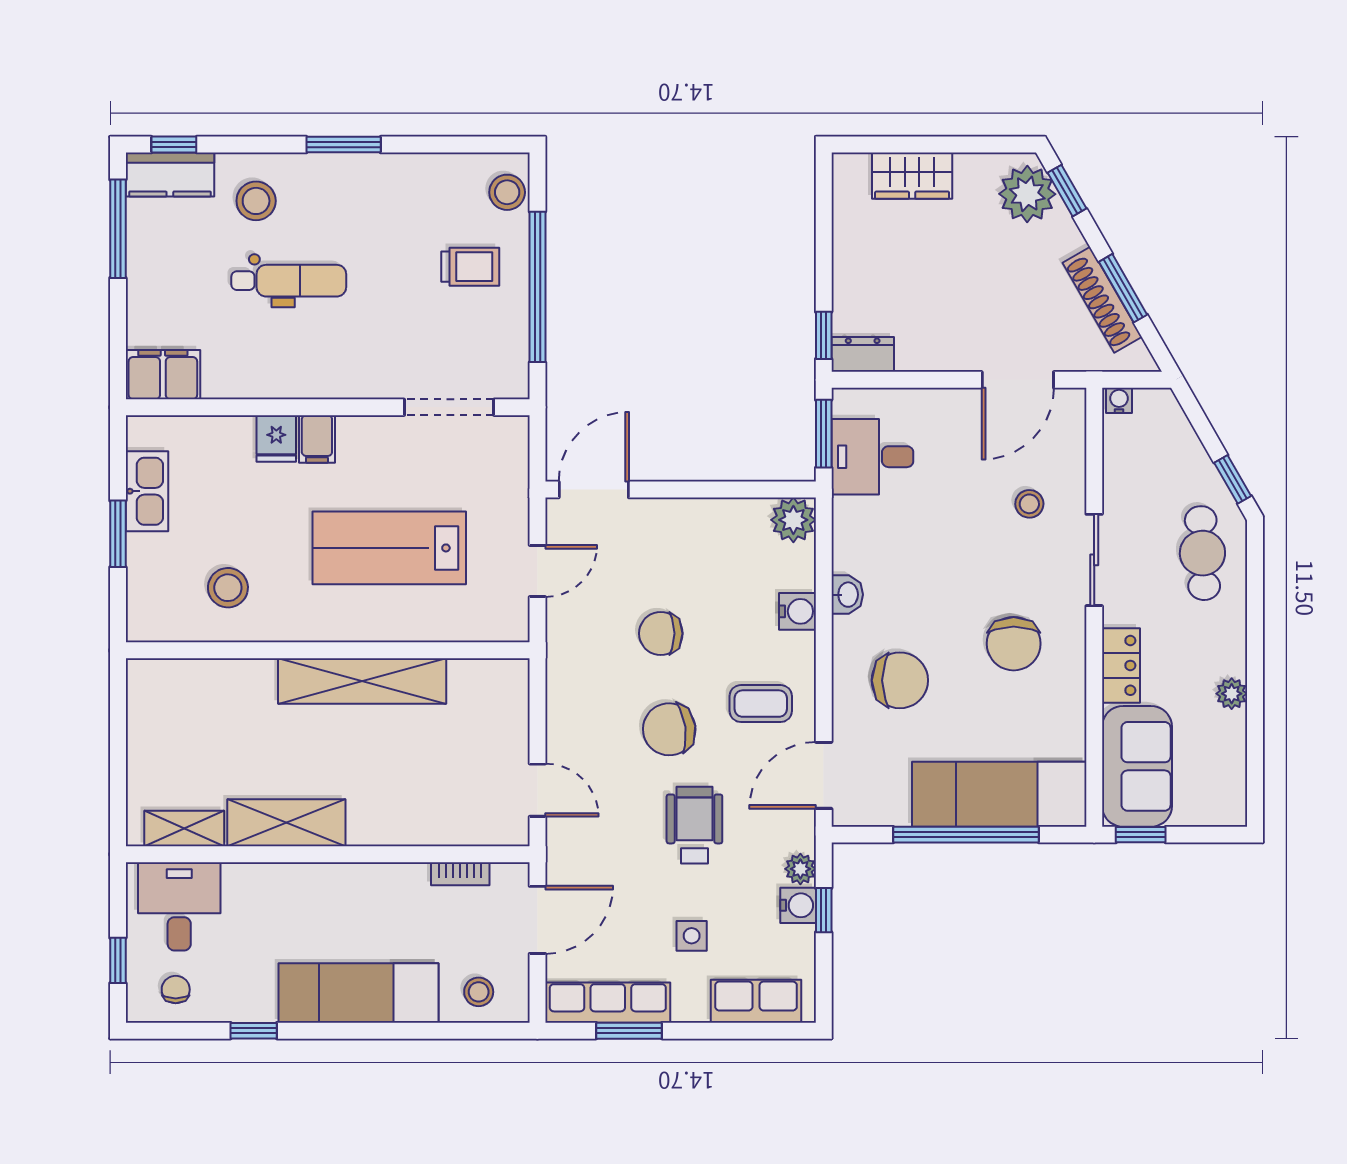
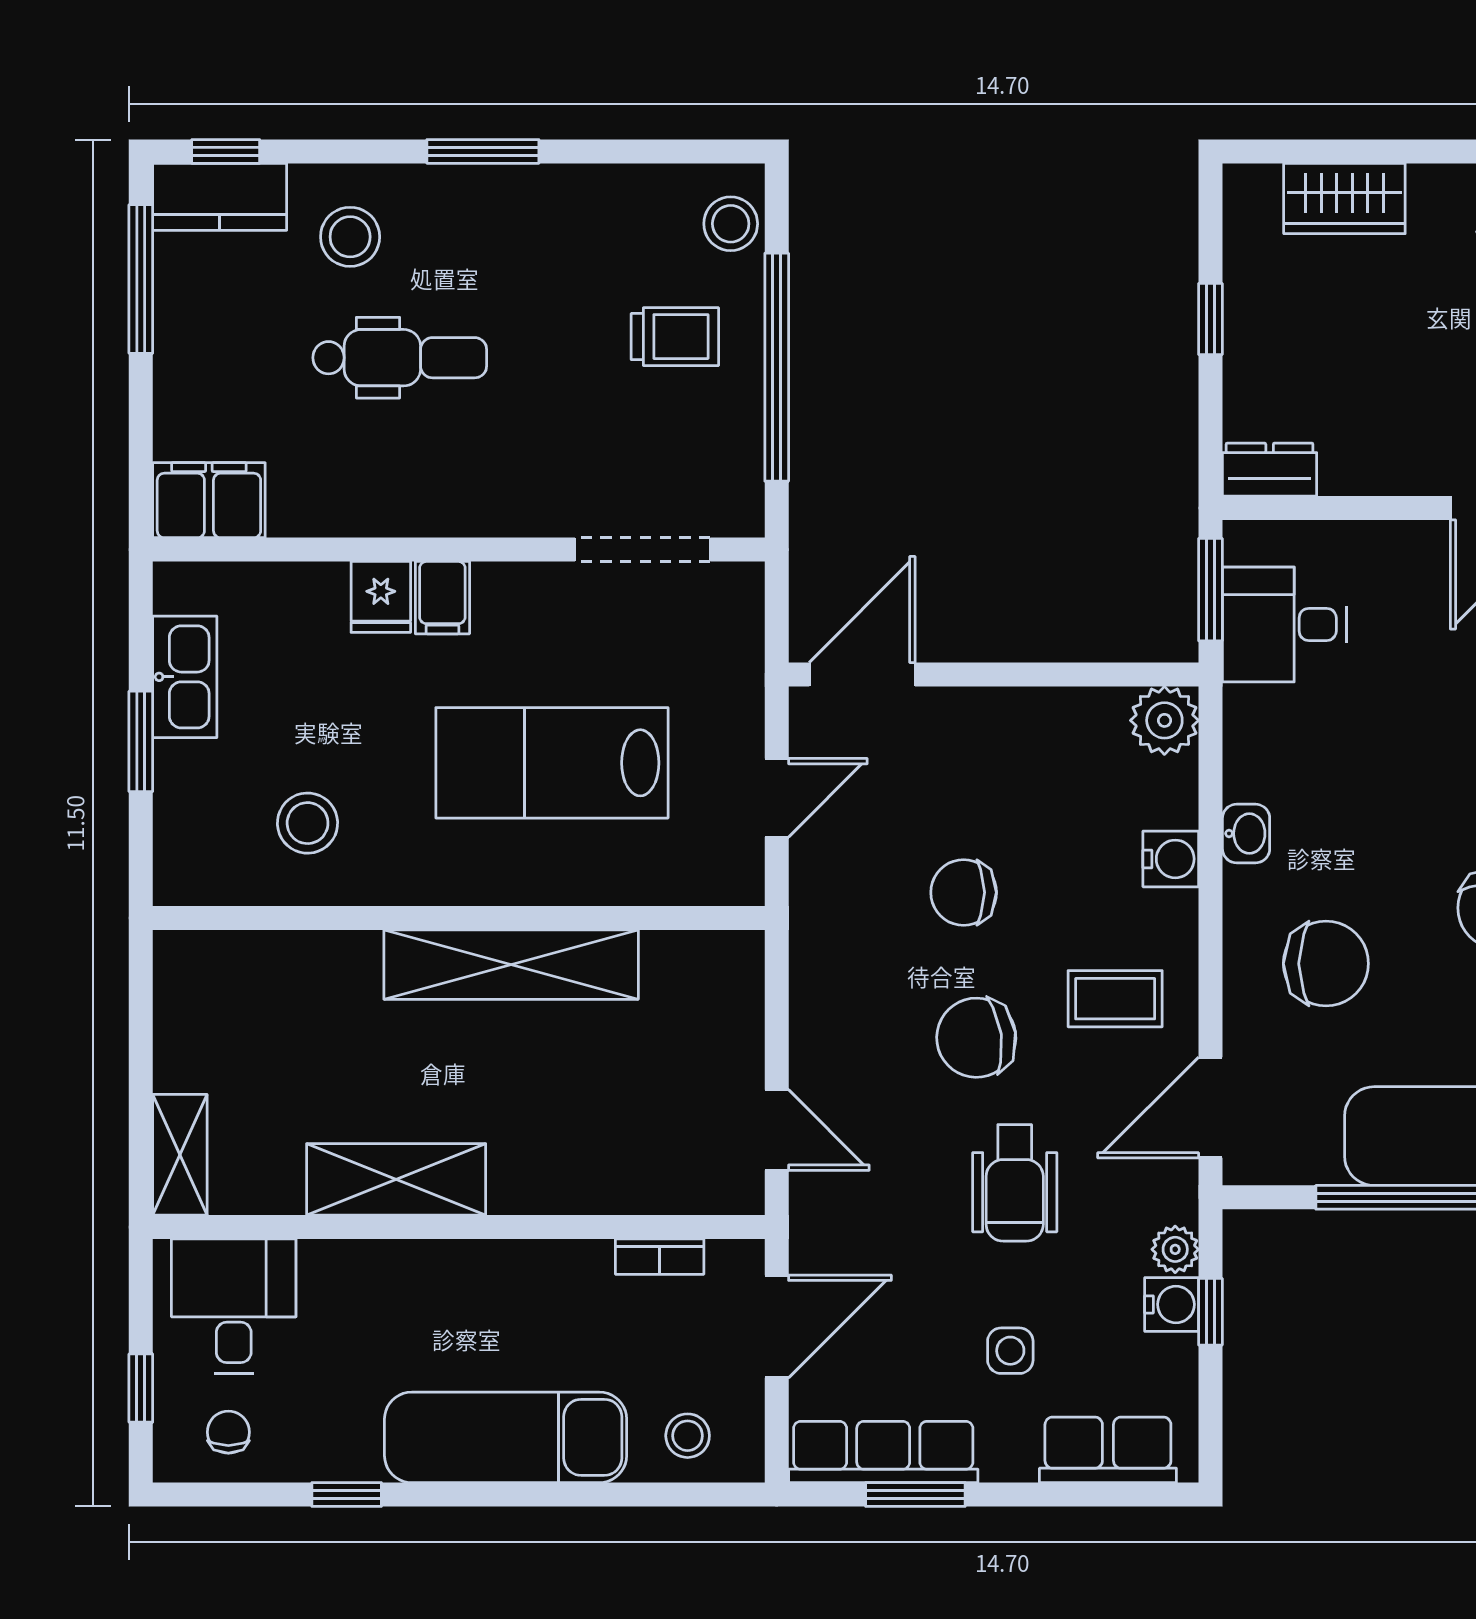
window: (824, 335) -> (1210, 319), moved
wheelchair: (694, 825) -> (1015, 1183), turned 180
shelving: (184, 828) -> (180, 1155), moved, turned 90

